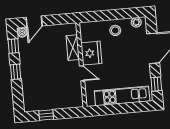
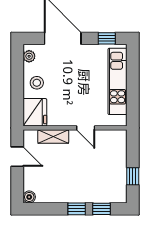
door: (34, 22) -> (17, 157), moved
window: (13, 46) -> (101, 209), moved
fridge: (91, 53) -> (35, 112), moved, turned 90
door: (82, 73) -> (86, 128), swing flipped

